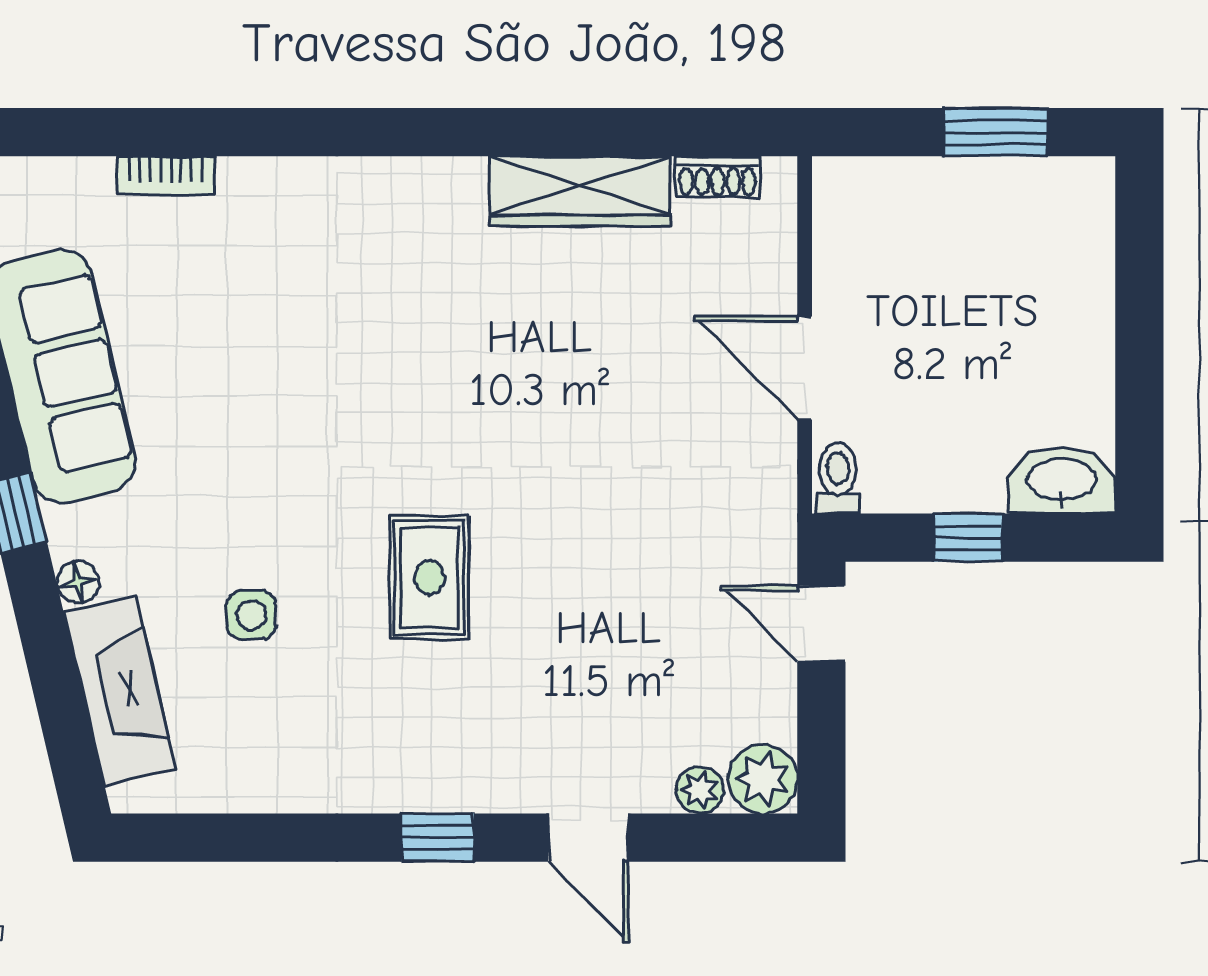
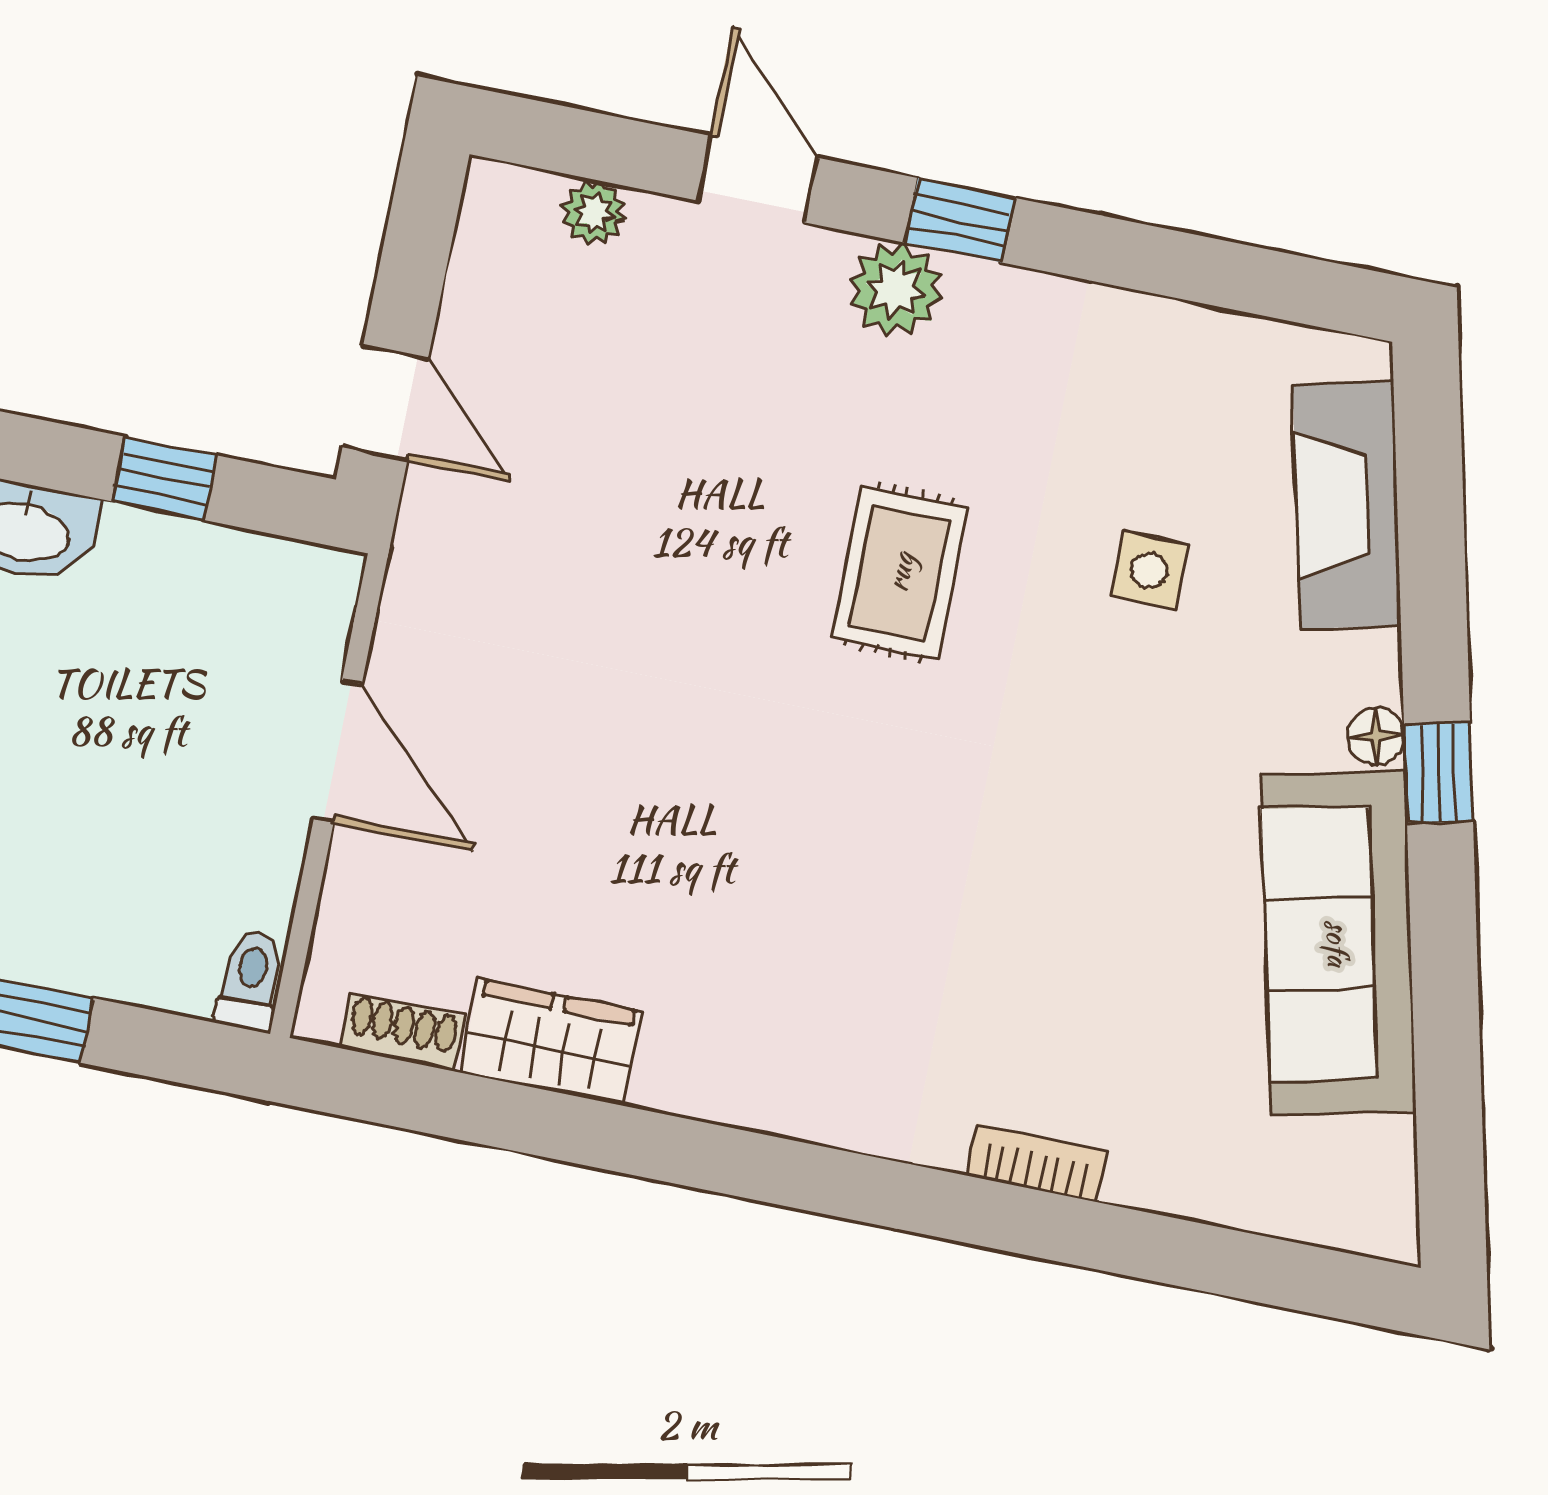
bookcase: (166, 176) -> (1037, 1163), moved
wardrobe: (580, 191) -> (551, 1042), width x0.67
toilet: (838, 478) -> (251, 980), moved, turned 180
floor lamp: (78, 582) -> (1376, 736), moved
plant: (763, 779) -> (896, 289), moved

